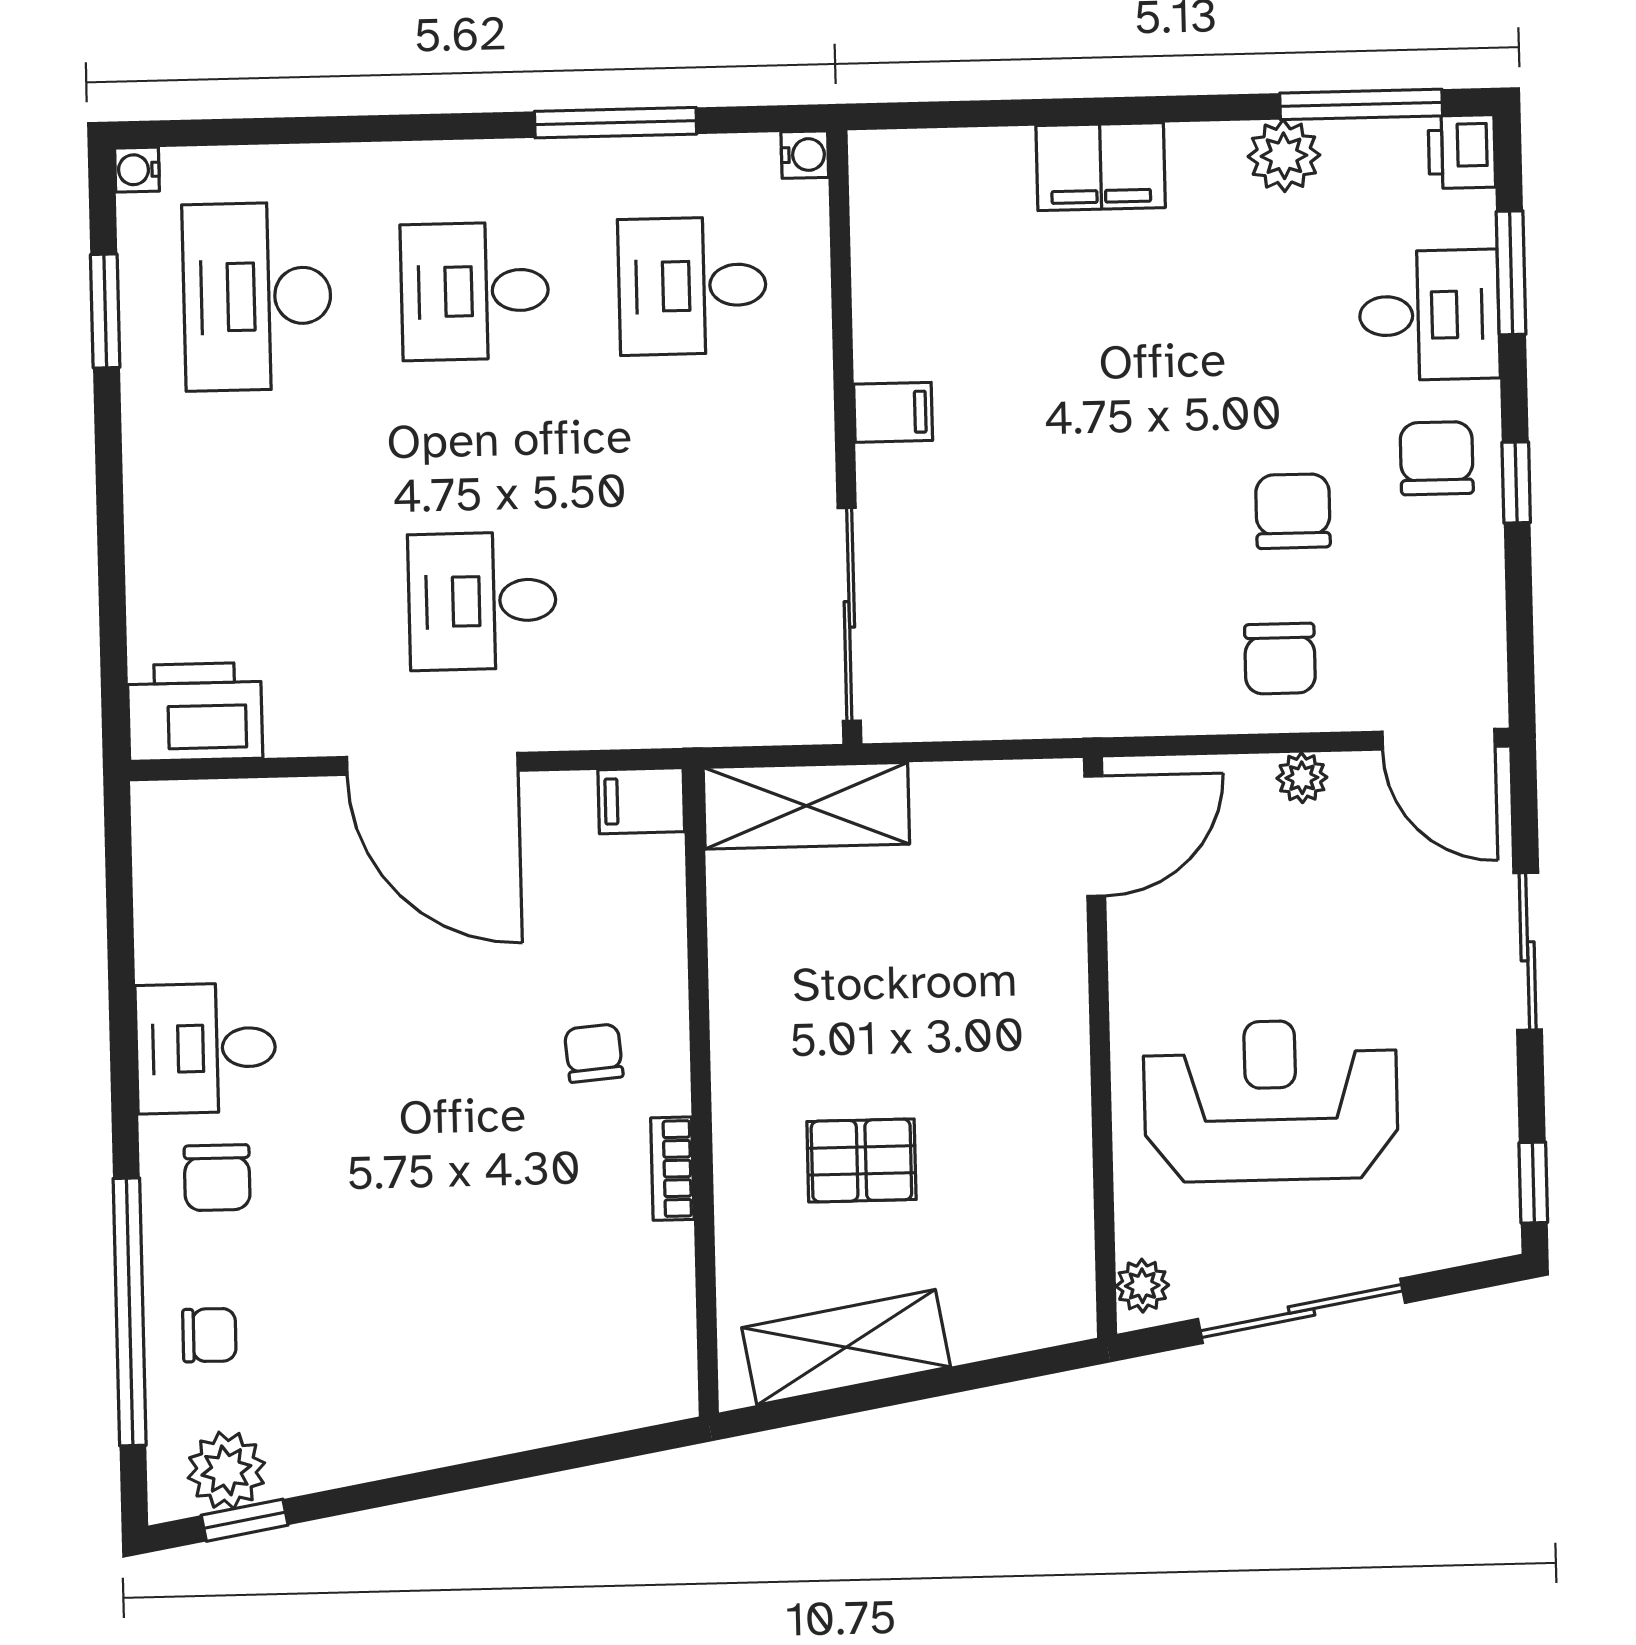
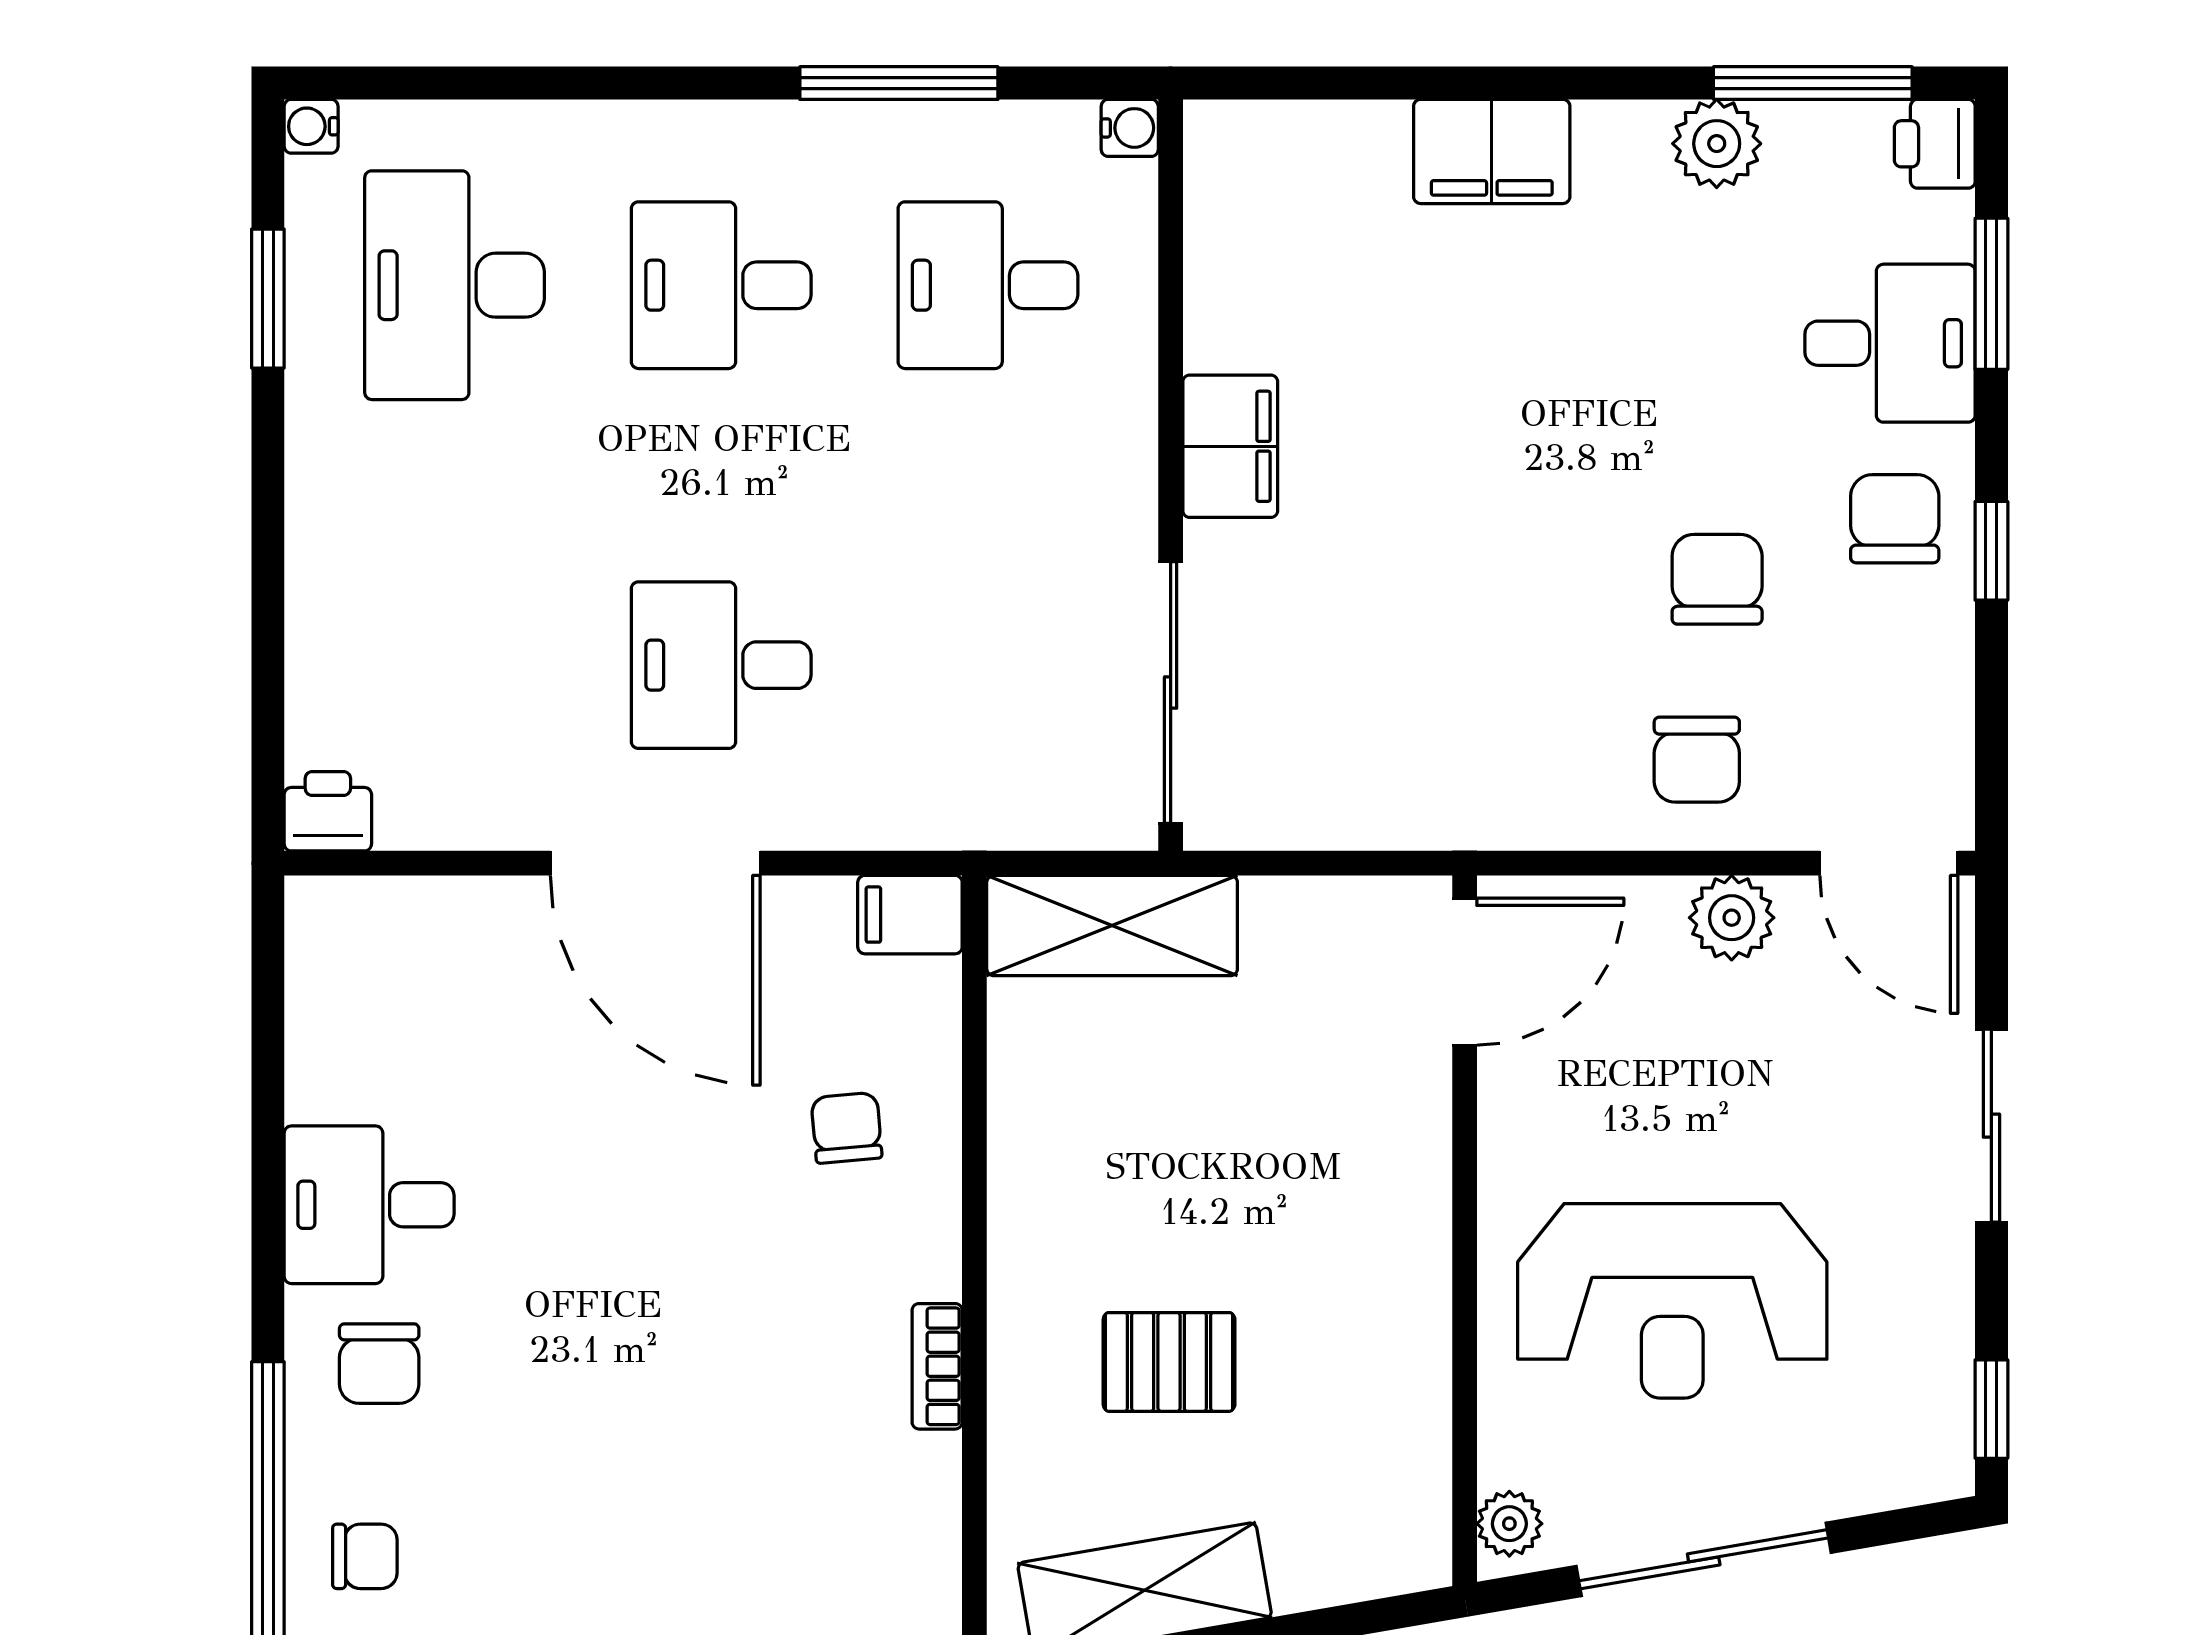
filing cabinet: (893, 412) -> (1230, 446), width x2.00
printer: (195, 712) -> (328, 811), width x0.53, depth x0.68
plant: (1302, 778) -> (1732, 918), width x1.38, depth x1.38
chair: (594, 1053) -> (847, 1128), moved
reception desk: (1271, 1101) -> (1672, 1301), turned 180

